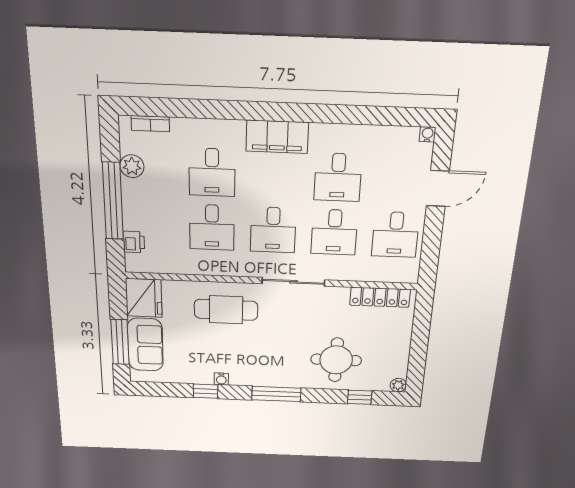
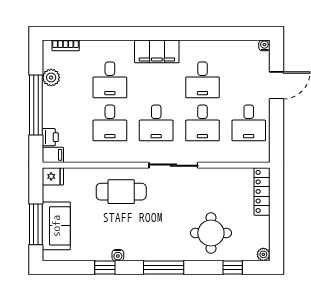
filing cabinet: (138, 264) -> (53, 155), added
locker: (380, 297) -> (262, 191), moved, turned 90
fridge: (144, 298) -> (53, 176), width x0.53, depth x0.75

